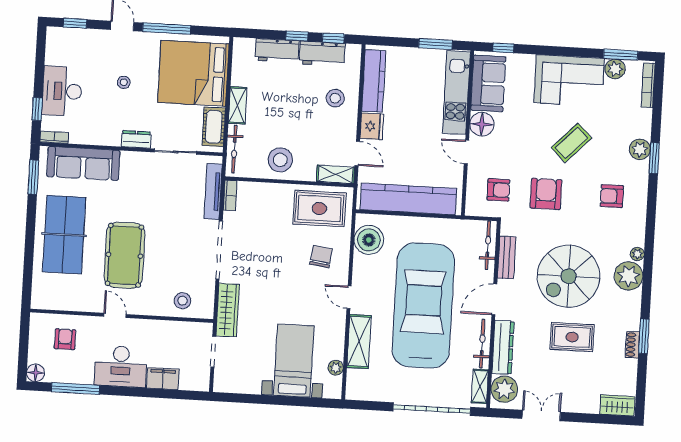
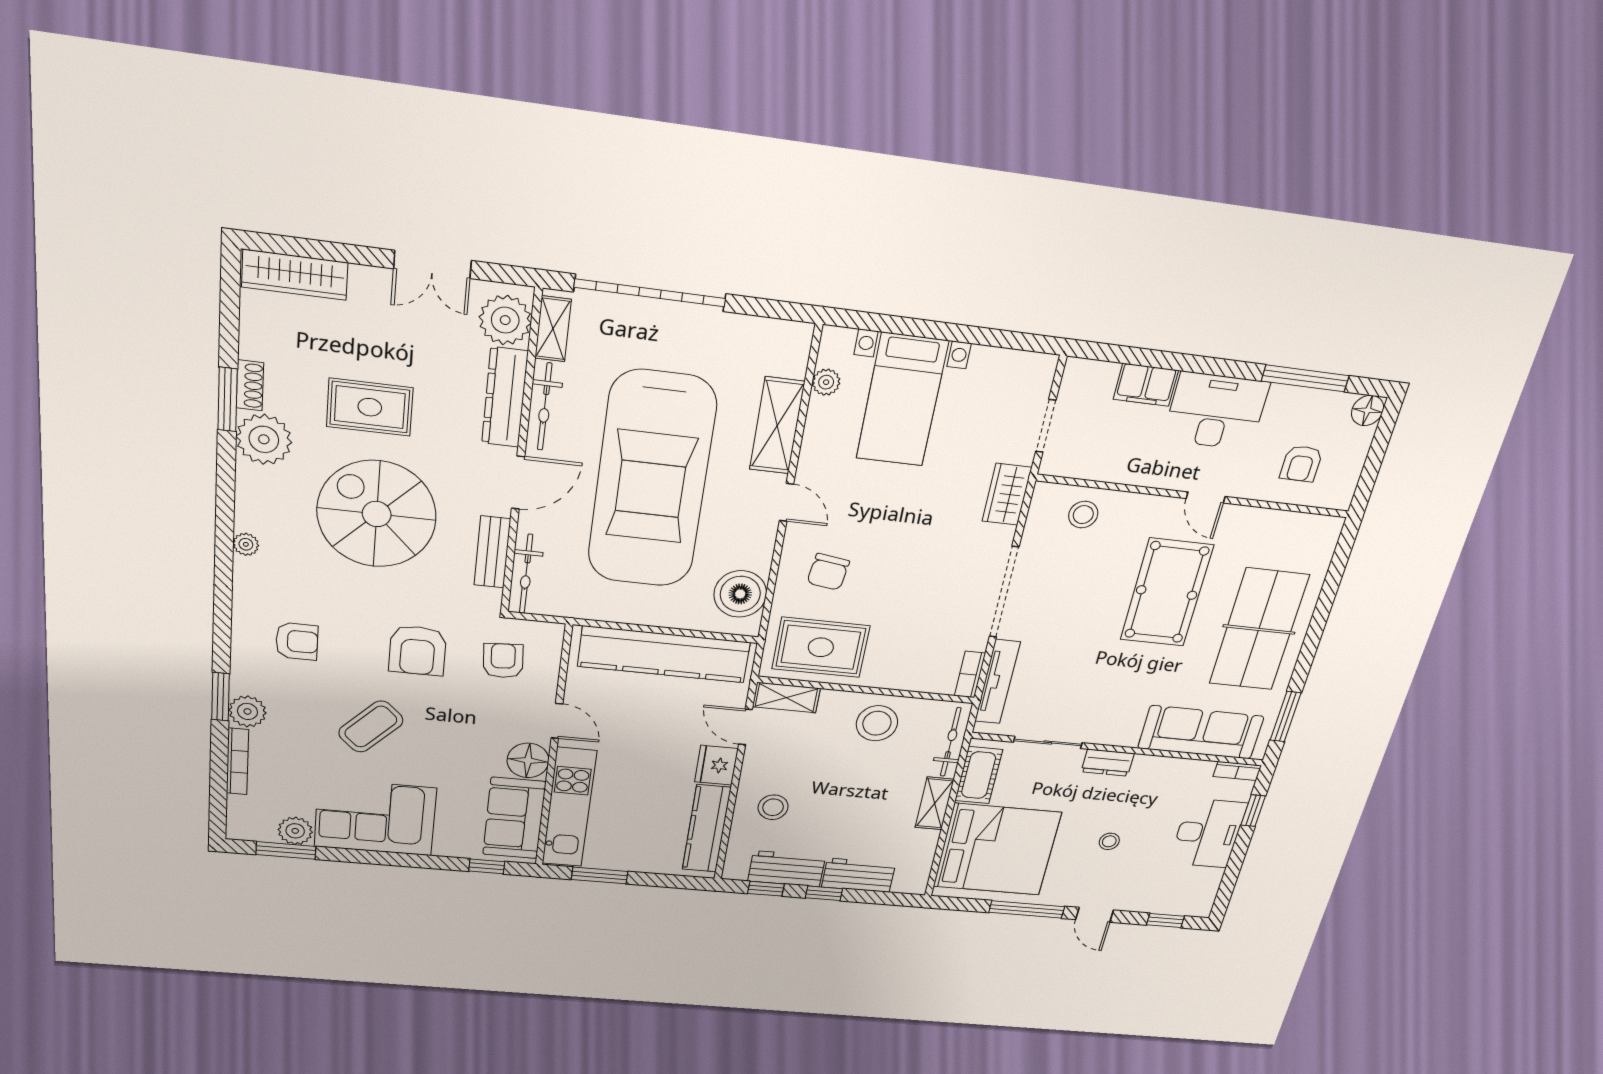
bookcase: (648, 85) -> (237, 761), moved
armchair: (498, 190) -> (503, 661), turned 86
spiral stairs: (569, 276) -> (377, 514), turned -90
plant: (629, 276) -> (264, 439), moved
wardrobe: (228, 310) -> (1007, 494), width x0.67
wardrobe: (617, 405) -> (295, 275), width x1.50

